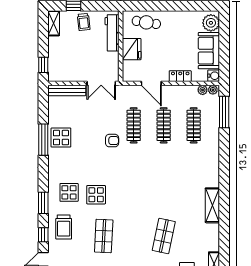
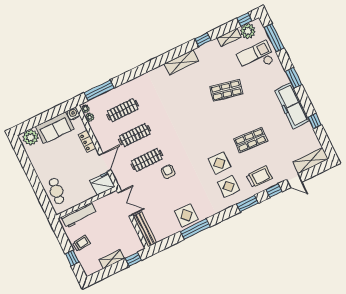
shelving: (54, 23) -> (112, 259), moved
fridge: (132, 49) -> (102, 184), moved
window: (224, 237) -> (203, 40), added

